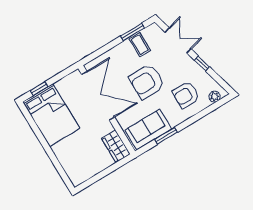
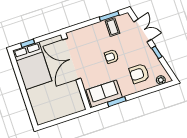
armchair: (147, 81) -> (112, 56), width x0.53, depth x0.53
double door: (98, 96) -> (72, 59), swing flipped
wardrobe: (116, 146) -> (76, 101), removed

